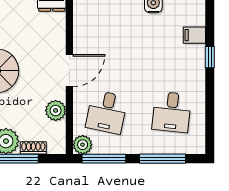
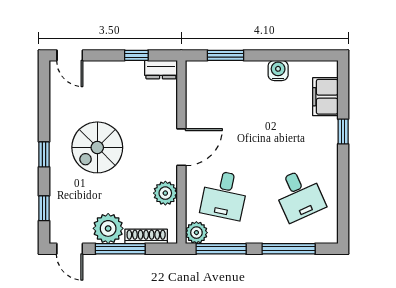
filing cabinet: (194, 35) -> (325, 97), width x2.00
desk: (172, 112) -> (299, 195), turned -30
shoe rack: (33, 148) -> (146, 236), width x1.43

